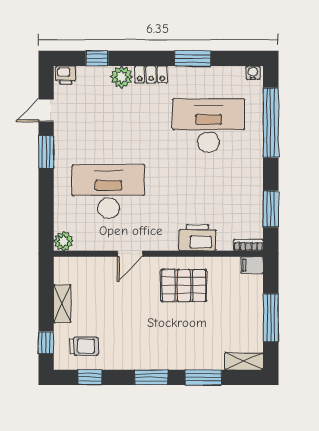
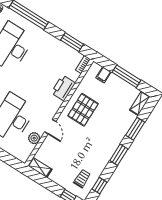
plant: (63, 241) -> (34, 138), moved
filing cabinet: (252, 265) -> (103, 75), moved
shelving: (62, 303) -> (40, 167), moved

